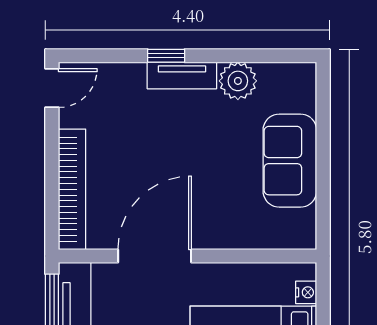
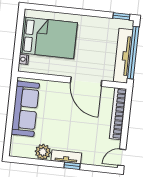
sofa: (290, 161) -> (25, 109), width x1.36
door: (155, 256) -> (86, 82), hinge flipped

